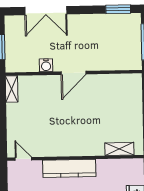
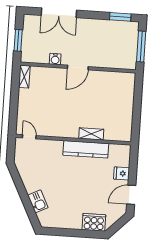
shelving: (119, 149) -> (91, 134), moved
kitchen counter: (69, 168) -> (86, 149), moved

